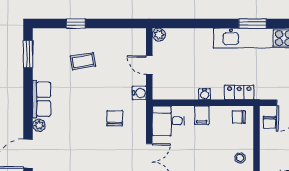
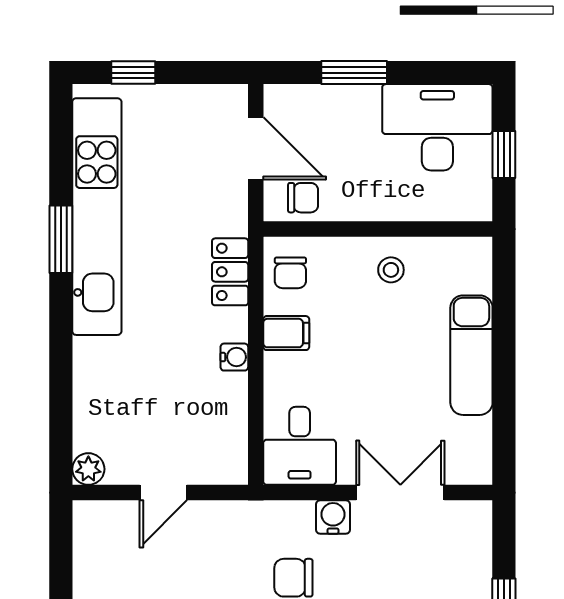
water cooler: (139, 93) -> (333, 517), moved
filing cabinet: (202, 115) -> (286, 333), moved

